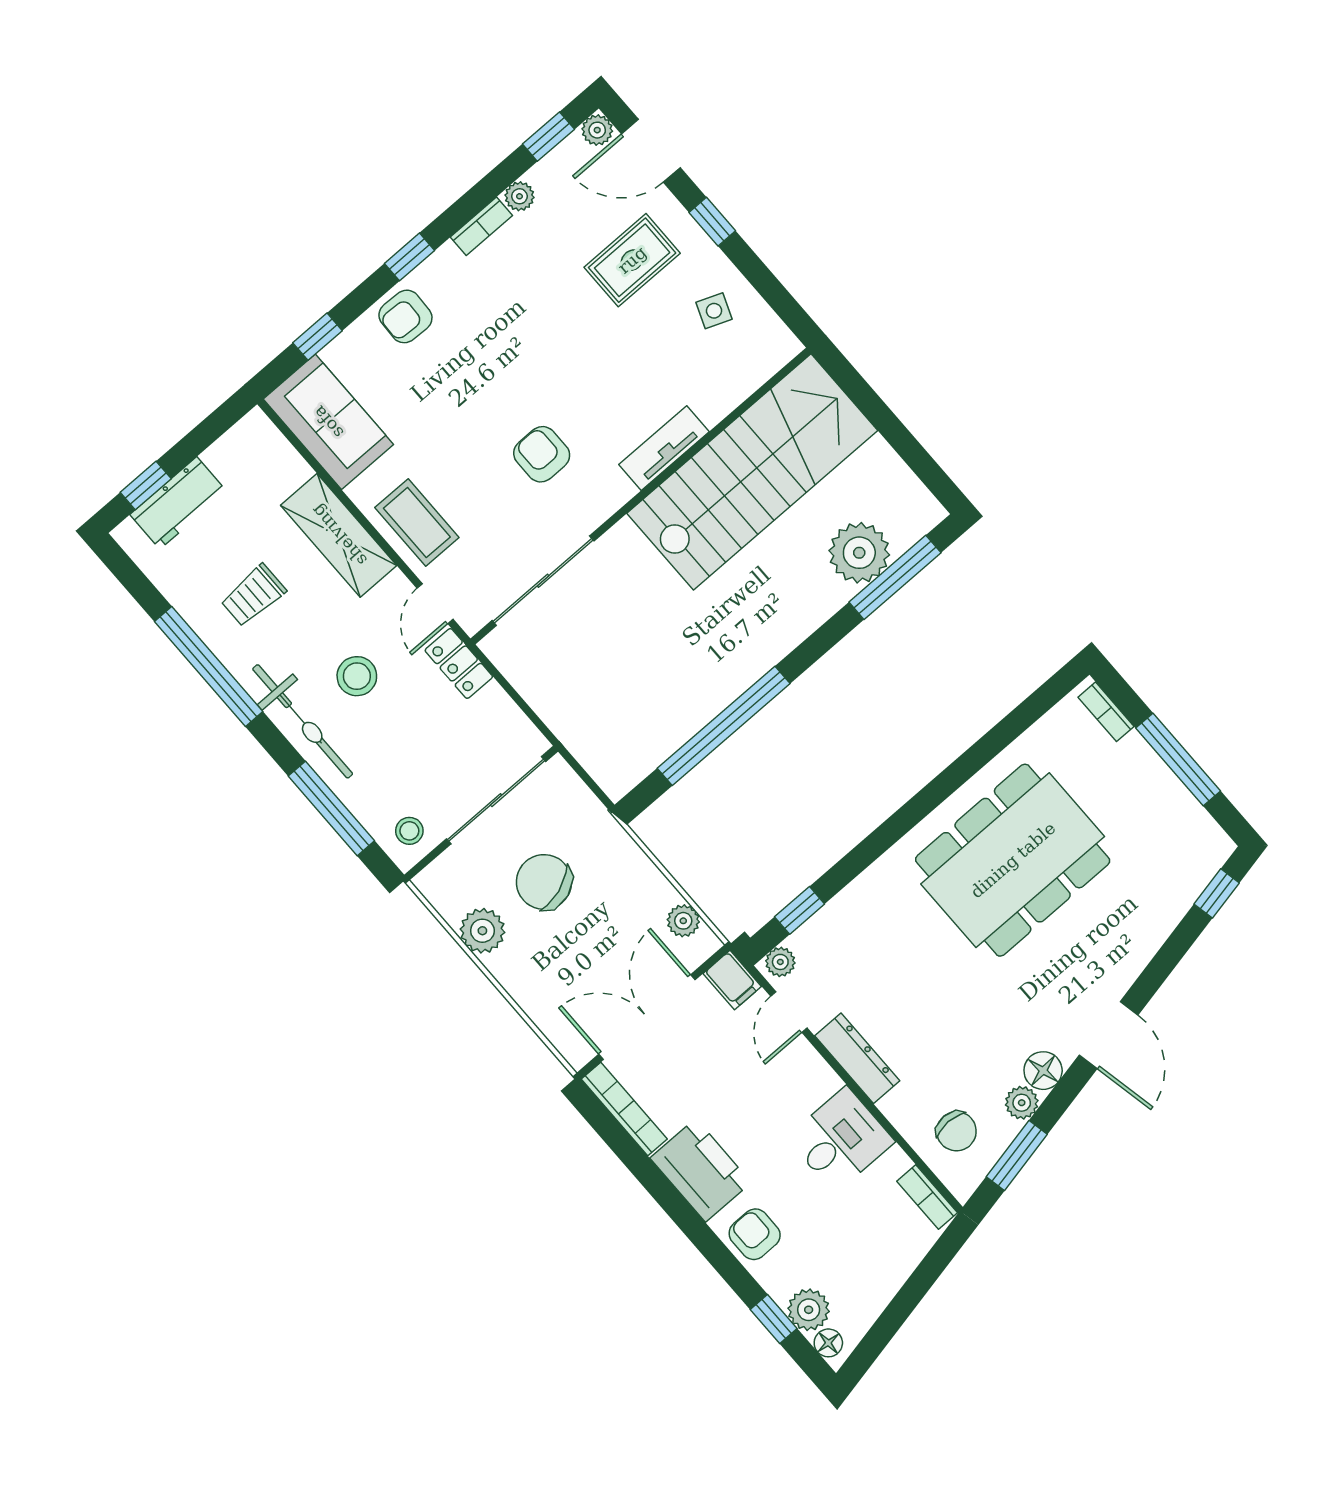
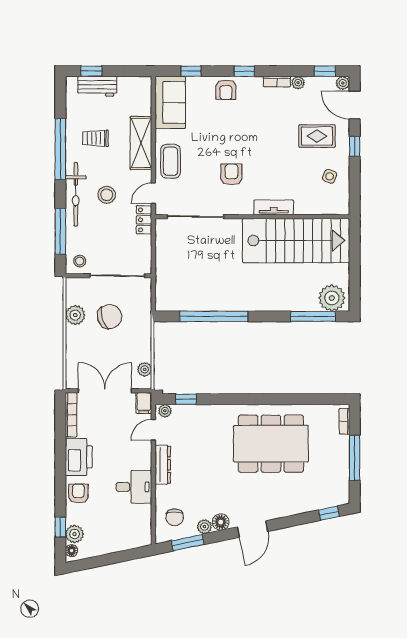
armchair: (405, 316) -> (226, 90), turned -92
plant: (859, 553) -> (332, 298), moved
chair: (544, 882) -> (110, 317), turned 92
bookcase: (927, 1197) -> (146, 531), removed

